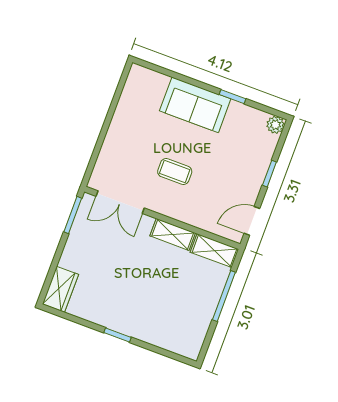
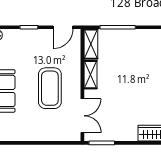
coffee table: (175, 172) -> (50, 88), width x1.86, depth x1.72
door: (252, 221) -> (63, 27), hinge flipped

